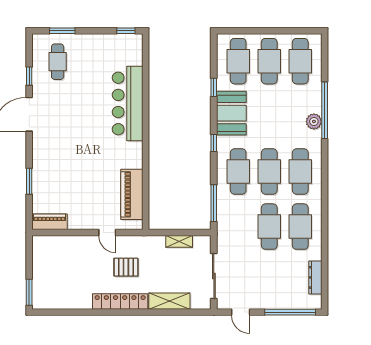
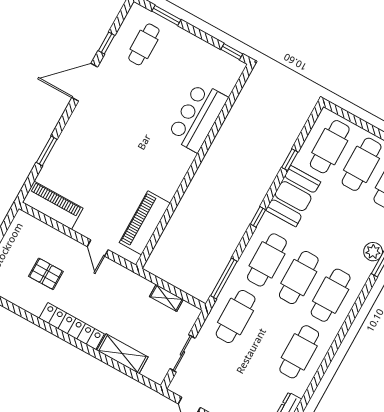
bar counter: (128, 103) -> (198, 117), width x0.73
piano: (50, 222) -> (53, 205), width x1.37, depth x1.33
cafe table: (269, 227) -> (236, 317), moved
pallet: (126, 267) -> (46, 274), moved
sliding door: (214, 276) -> (182, 353), width x0.73

